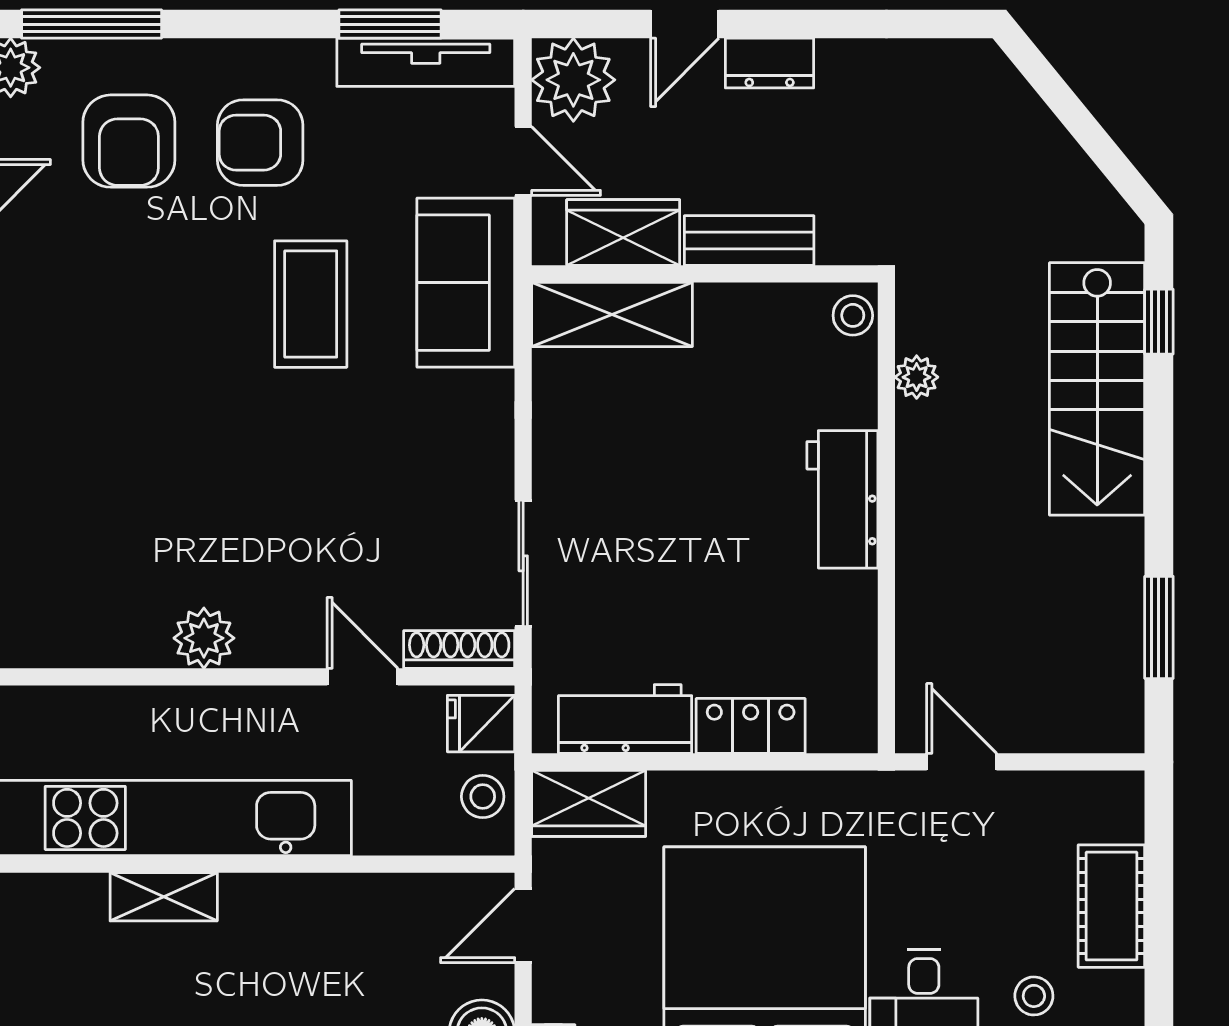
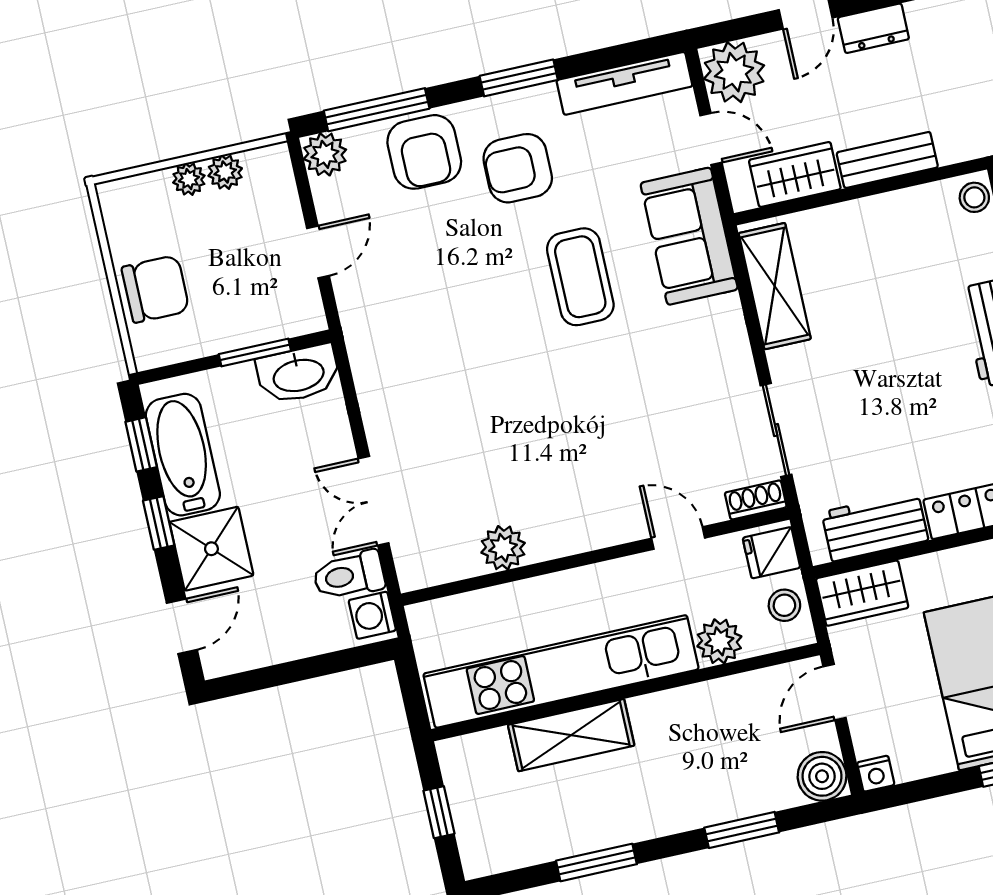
window: (390, 24) -> (519, 78), moved
armchair: (129, 141) -> (424, 152), moved
shelving: (612, 314) -> (775, 286), moved, turned 90
plant: (204, 638) -> (503, 548), moved
shoe rack: (459, 649) -> (756, 500), width x0.70
plant: (387, 825) -> (719, 641), added
shelving: (164, 897) -> (571, 735), width x1.50, depth x1.33

